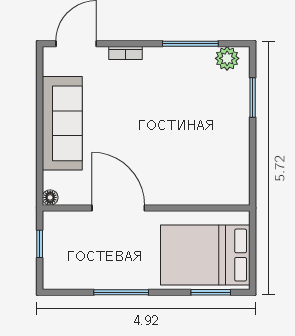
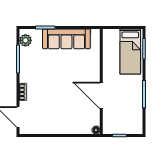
sofa: (62, 123) -> (66, 39), moved, turned 180
door: (118, 208) -> (101, 96), hinge flipped
bed: (205, 255) -> (130, 51), width x0.67

